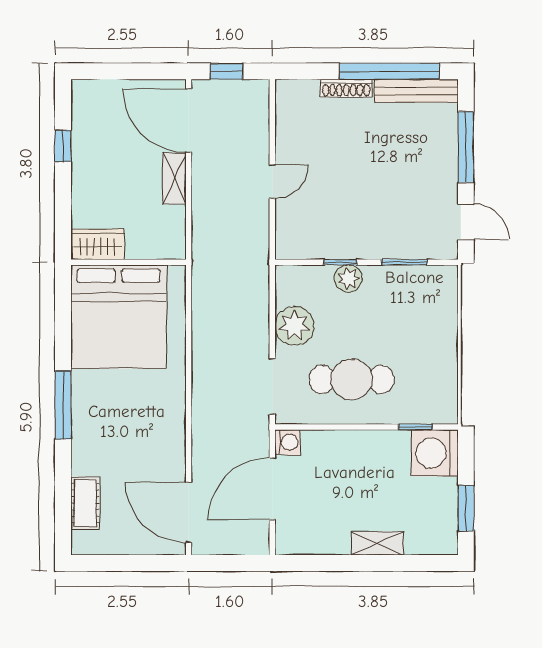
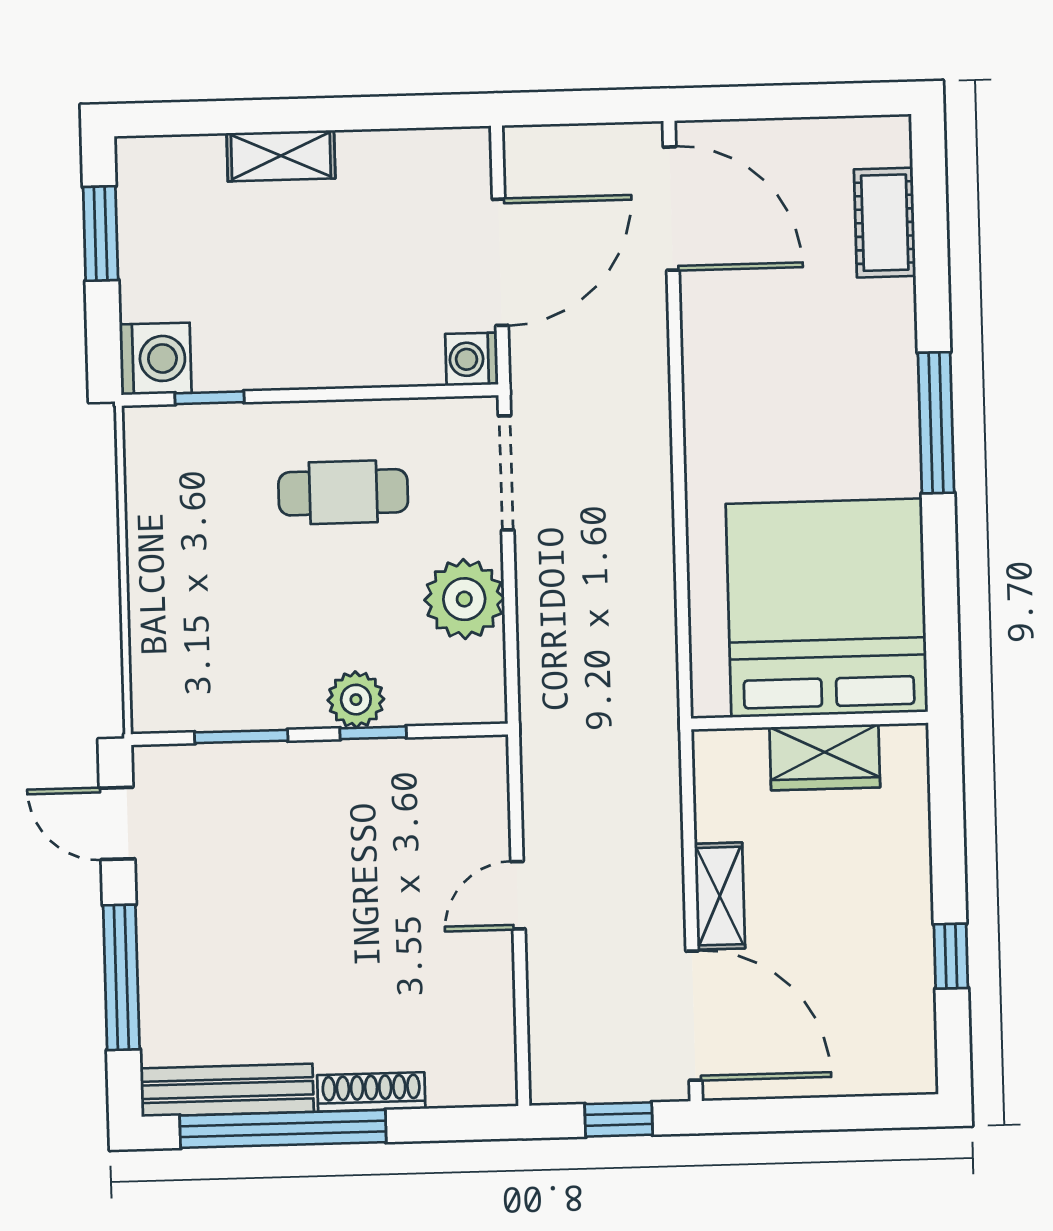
wardrobe: (97, 244) -> (825, 757), moved
cafe table: (352, 379) -> (343, 492), width x0.73, depth x0.74
washing machine: (435, 453) -> (155, 359), width x0.73, depth x0.73

